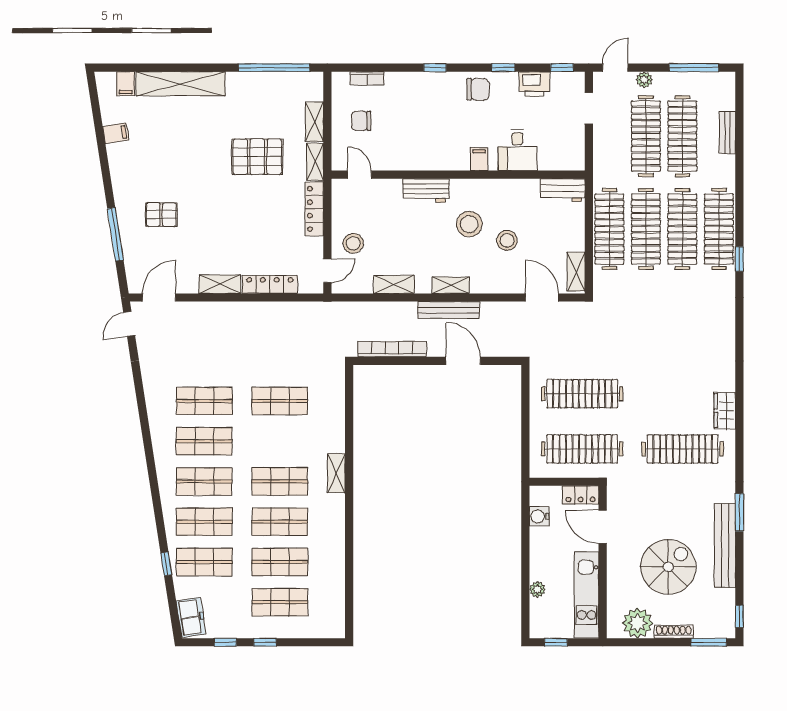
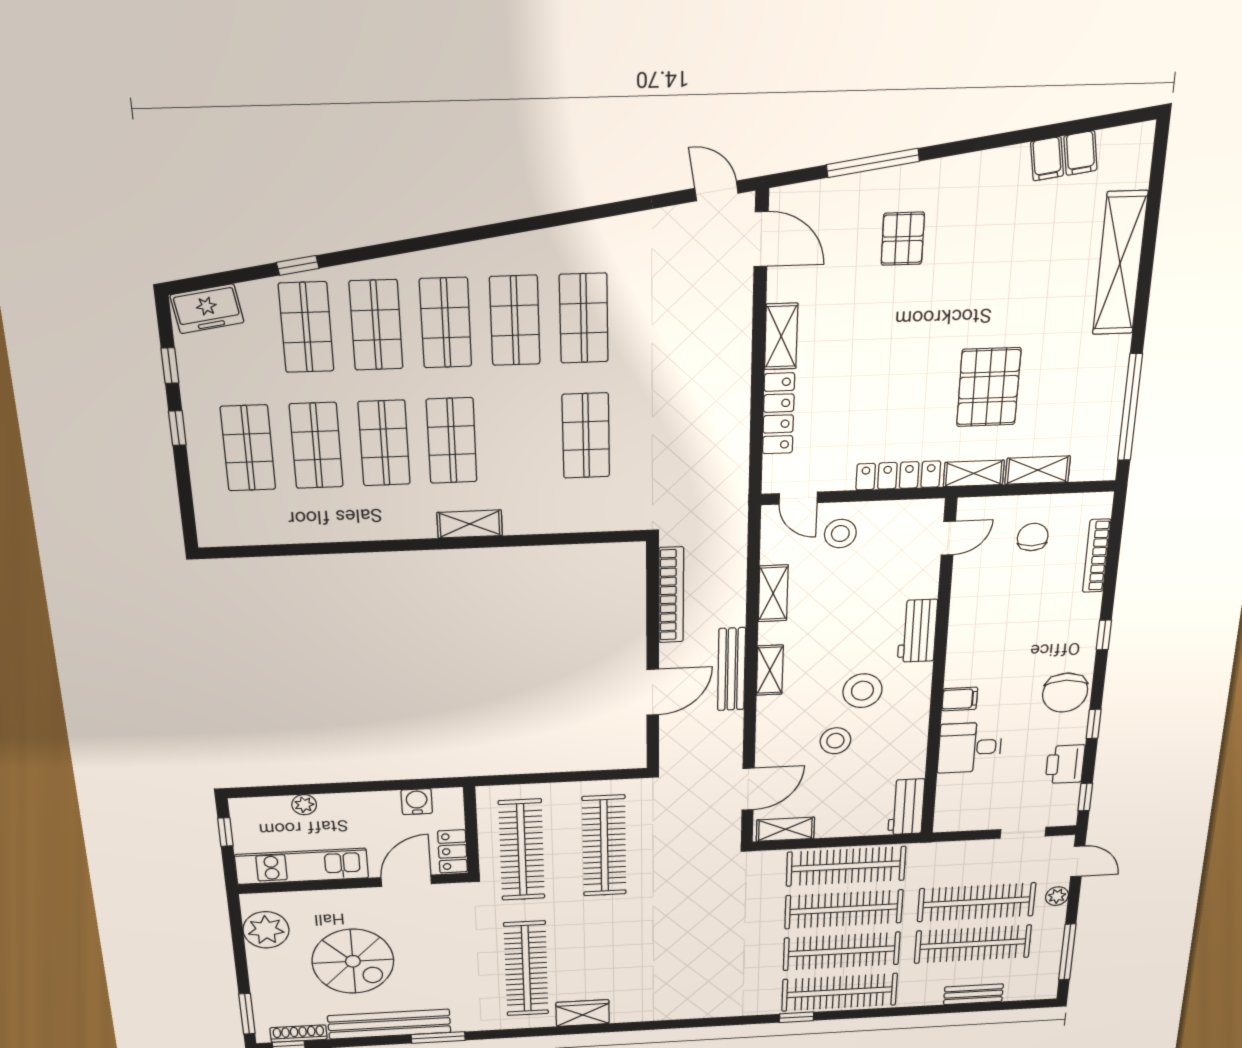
bookcase: (367, 78) -> (1097, 556), width x1.56
filing cabinet: (126, 84) -> (1080, 153), moved, turned -99
chair: (478, 89) -> (1065, 693), width x1.37, depth x1.37
shoe rack: (674, 632) -> (299, 1034), moved, turned -90

